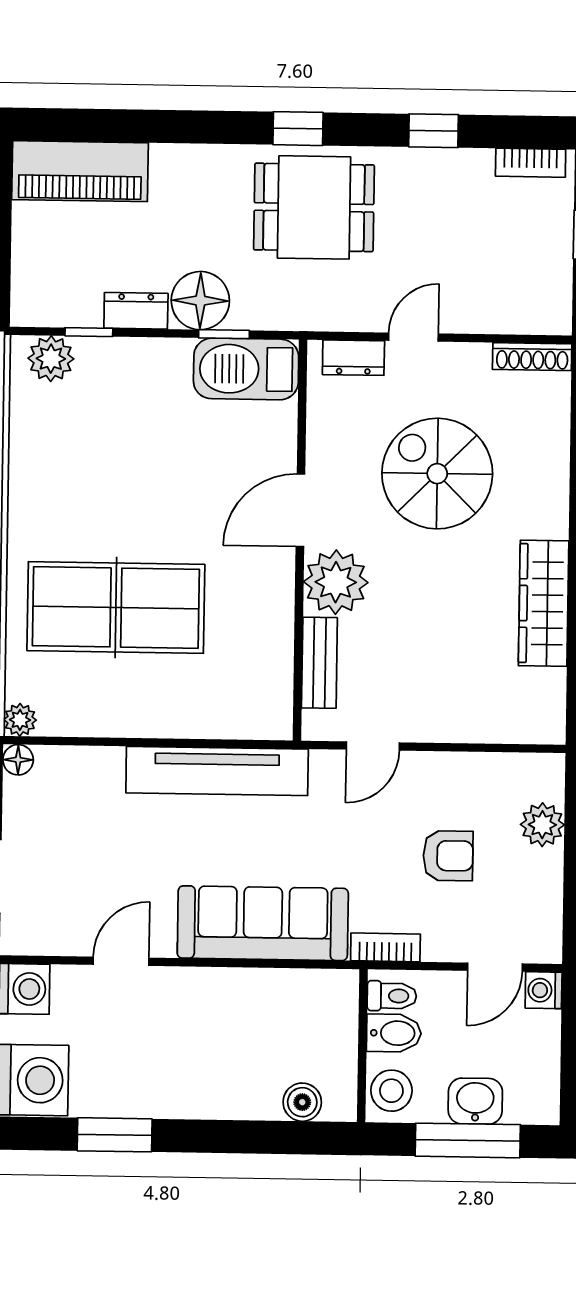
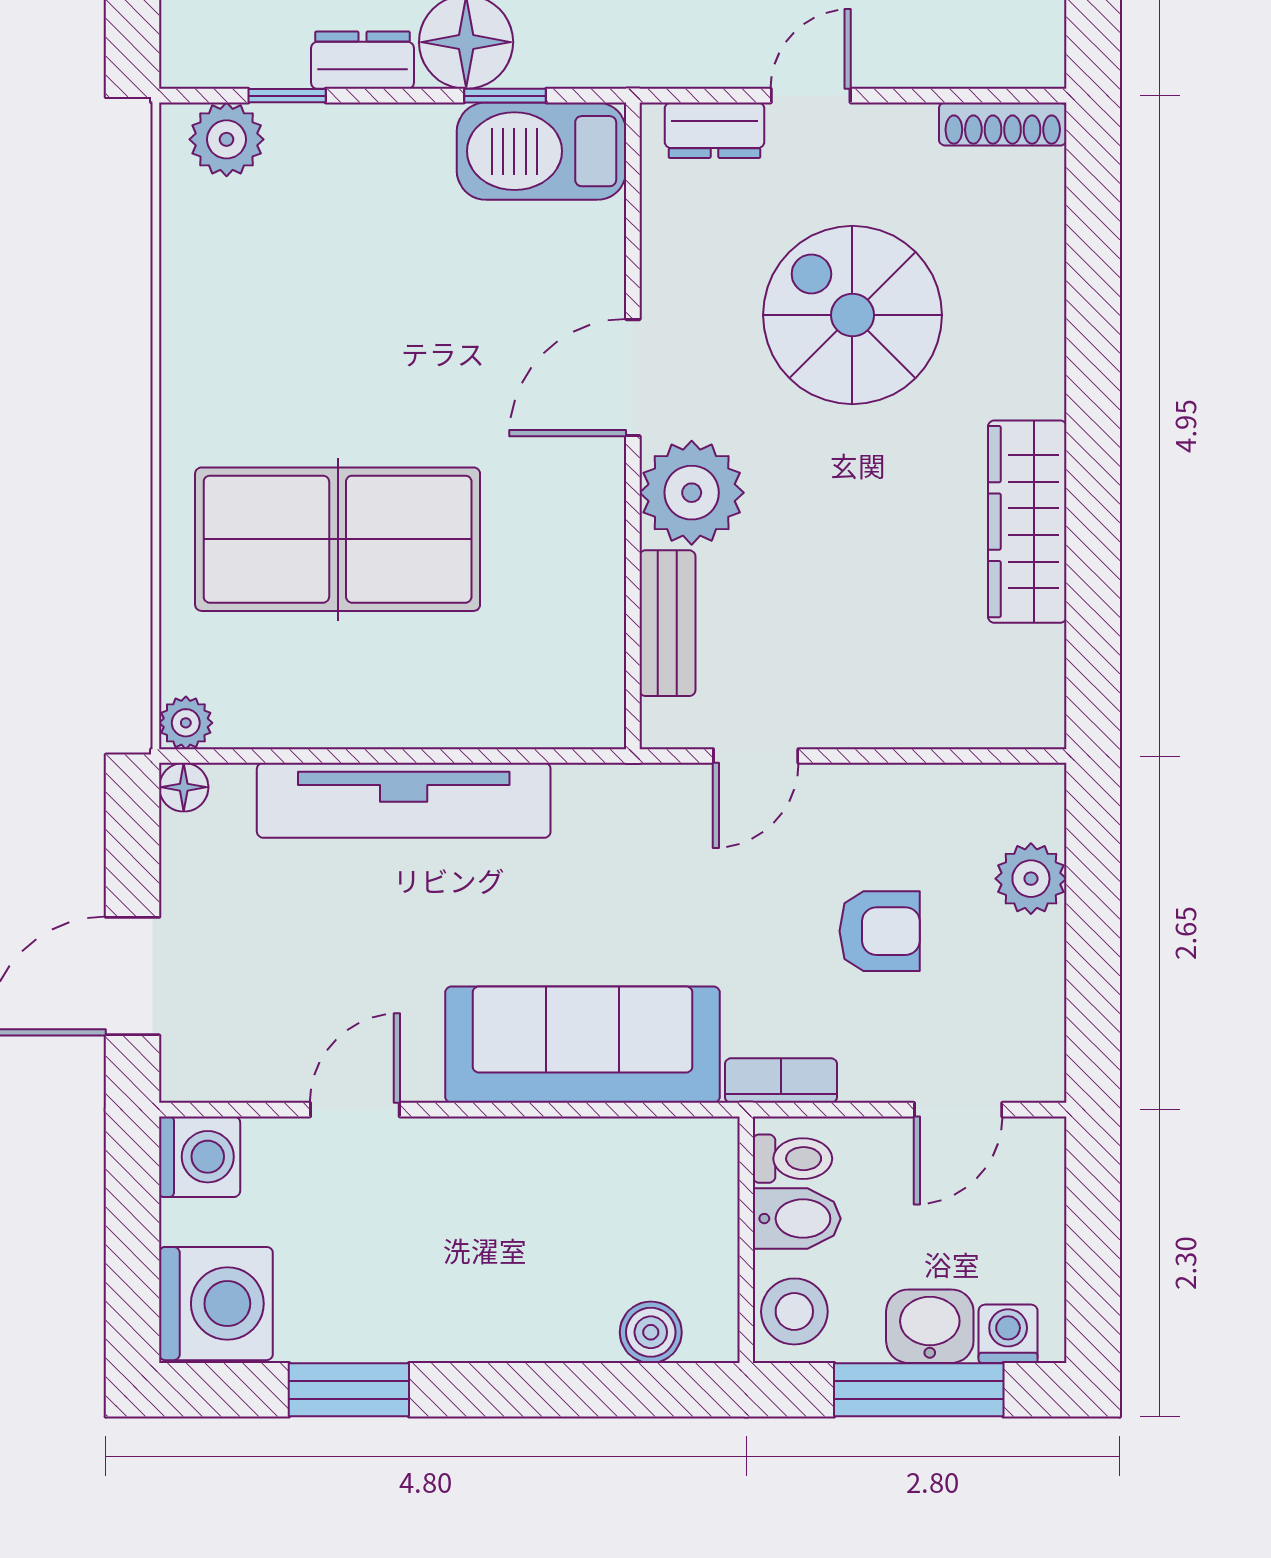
tv unit: (217, 771) -> (404, 800), moved
washing machine: (544, 990) -> (1008, 1334), moved, turned 90

